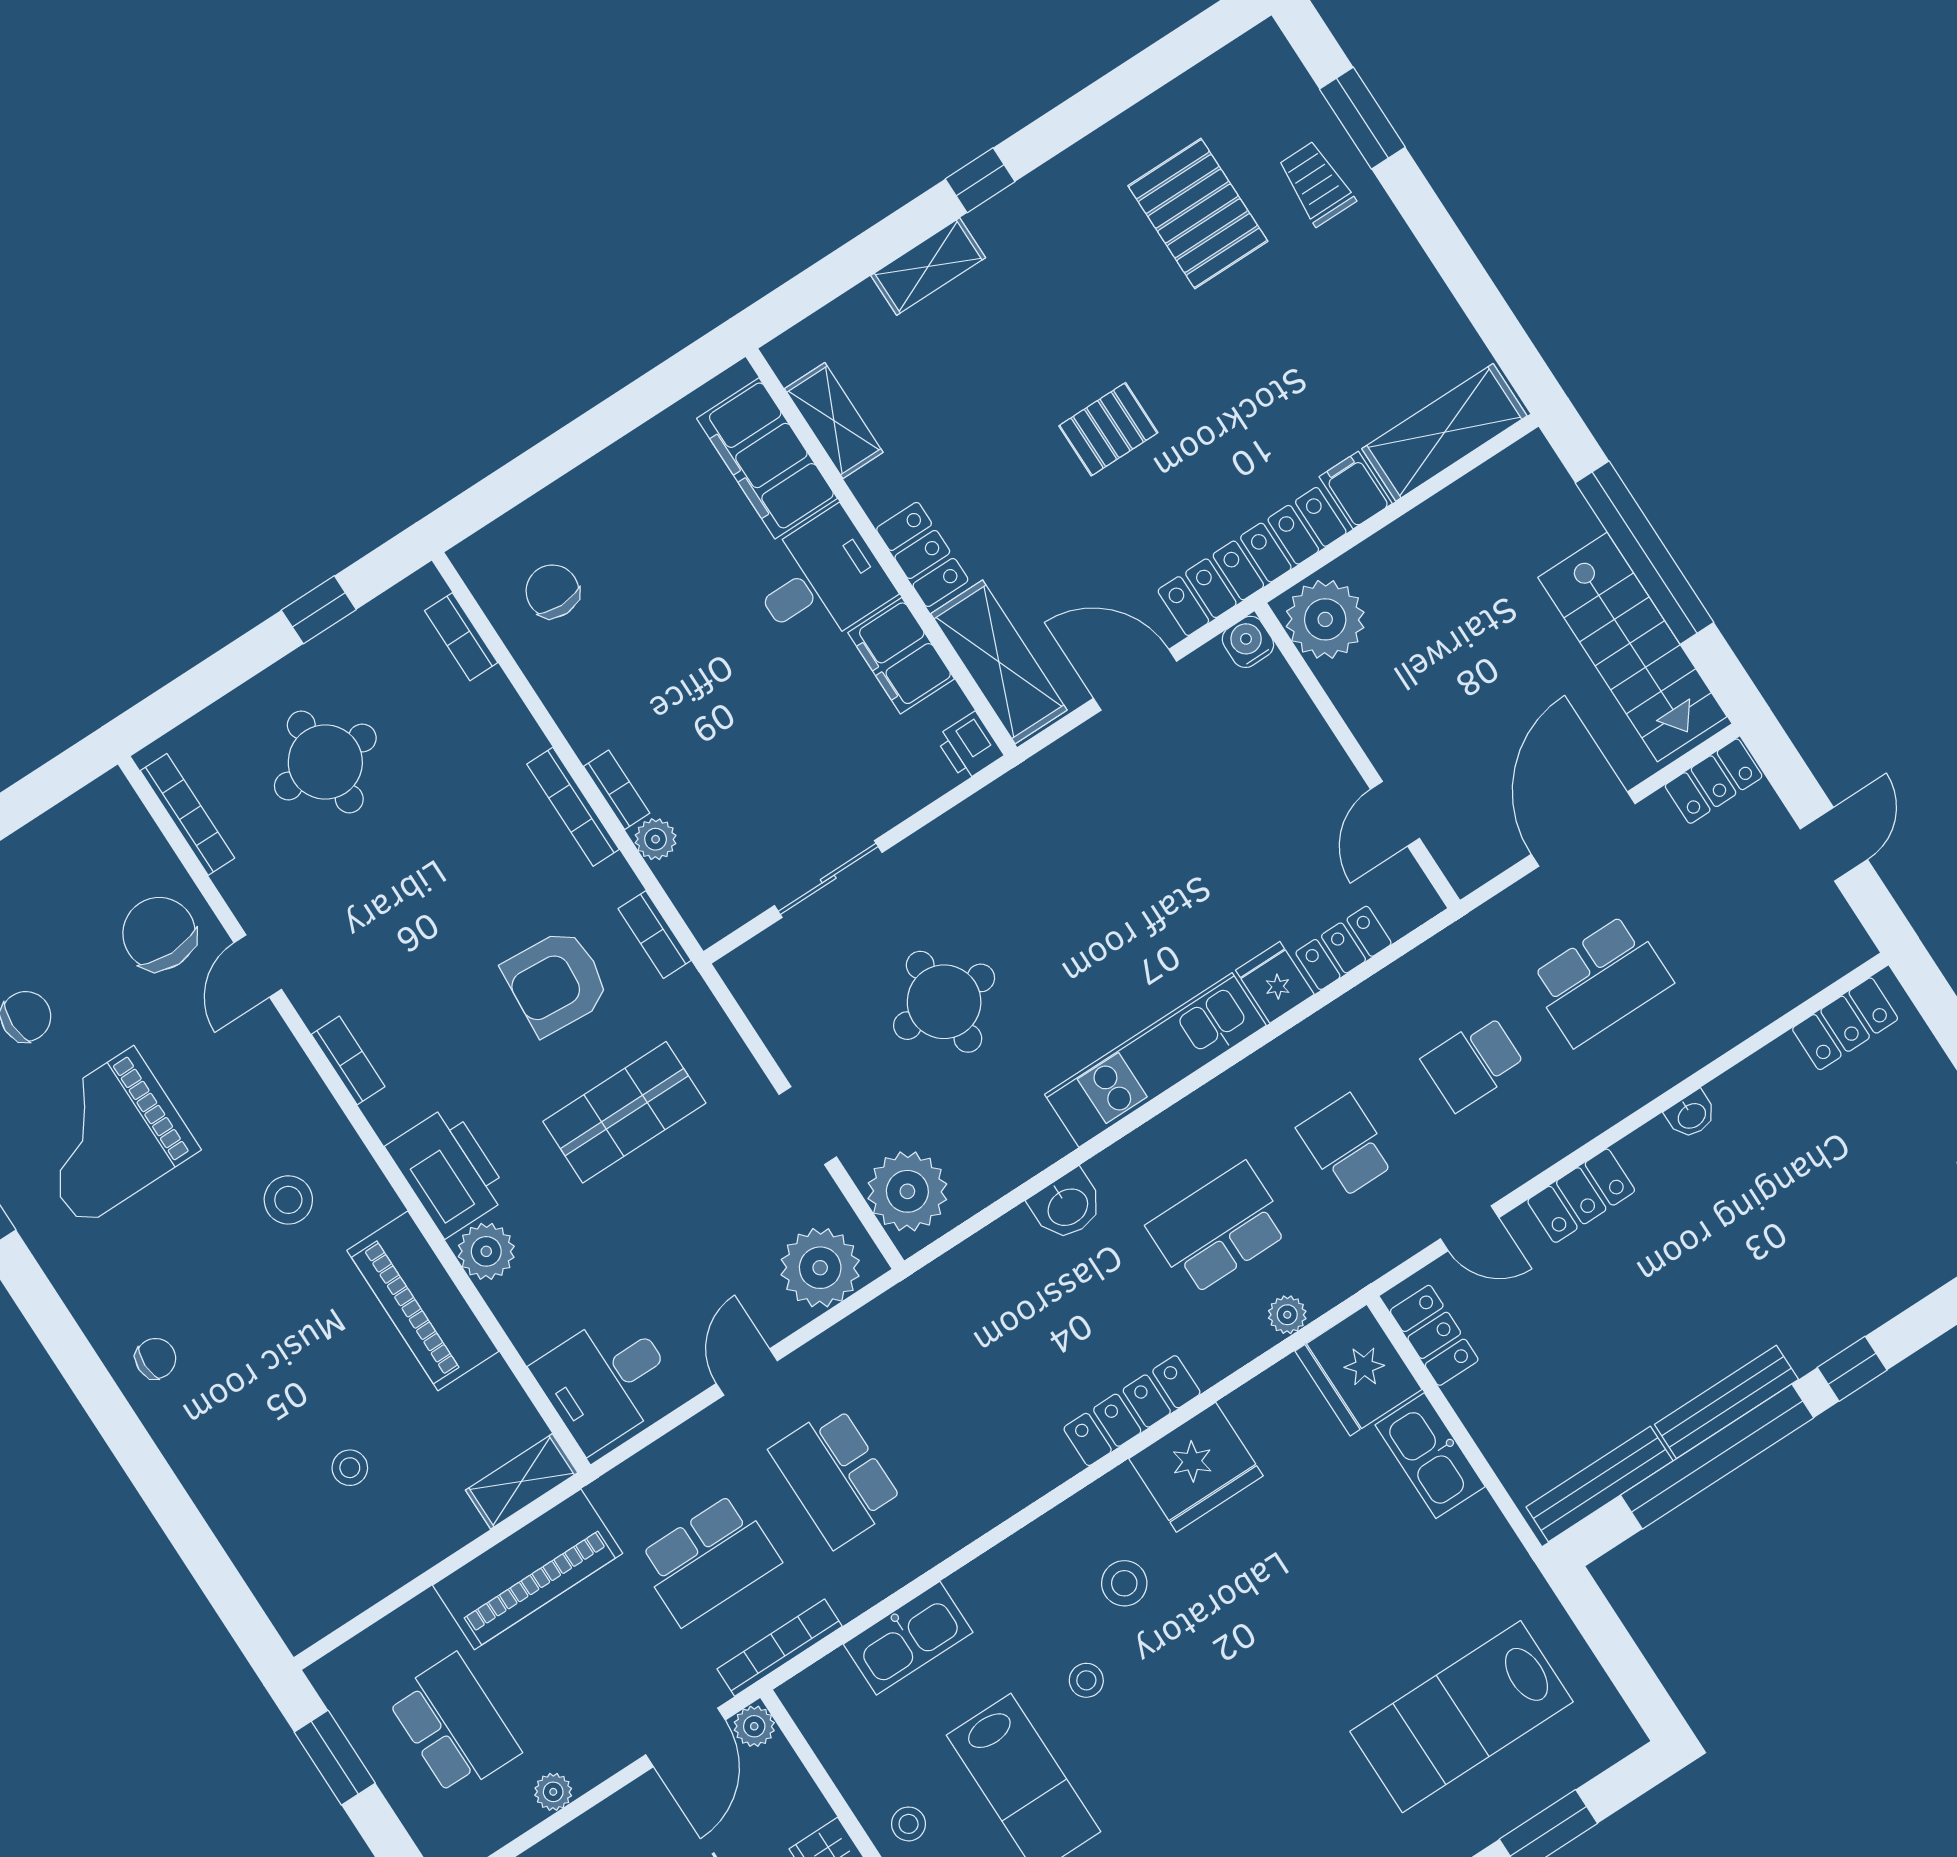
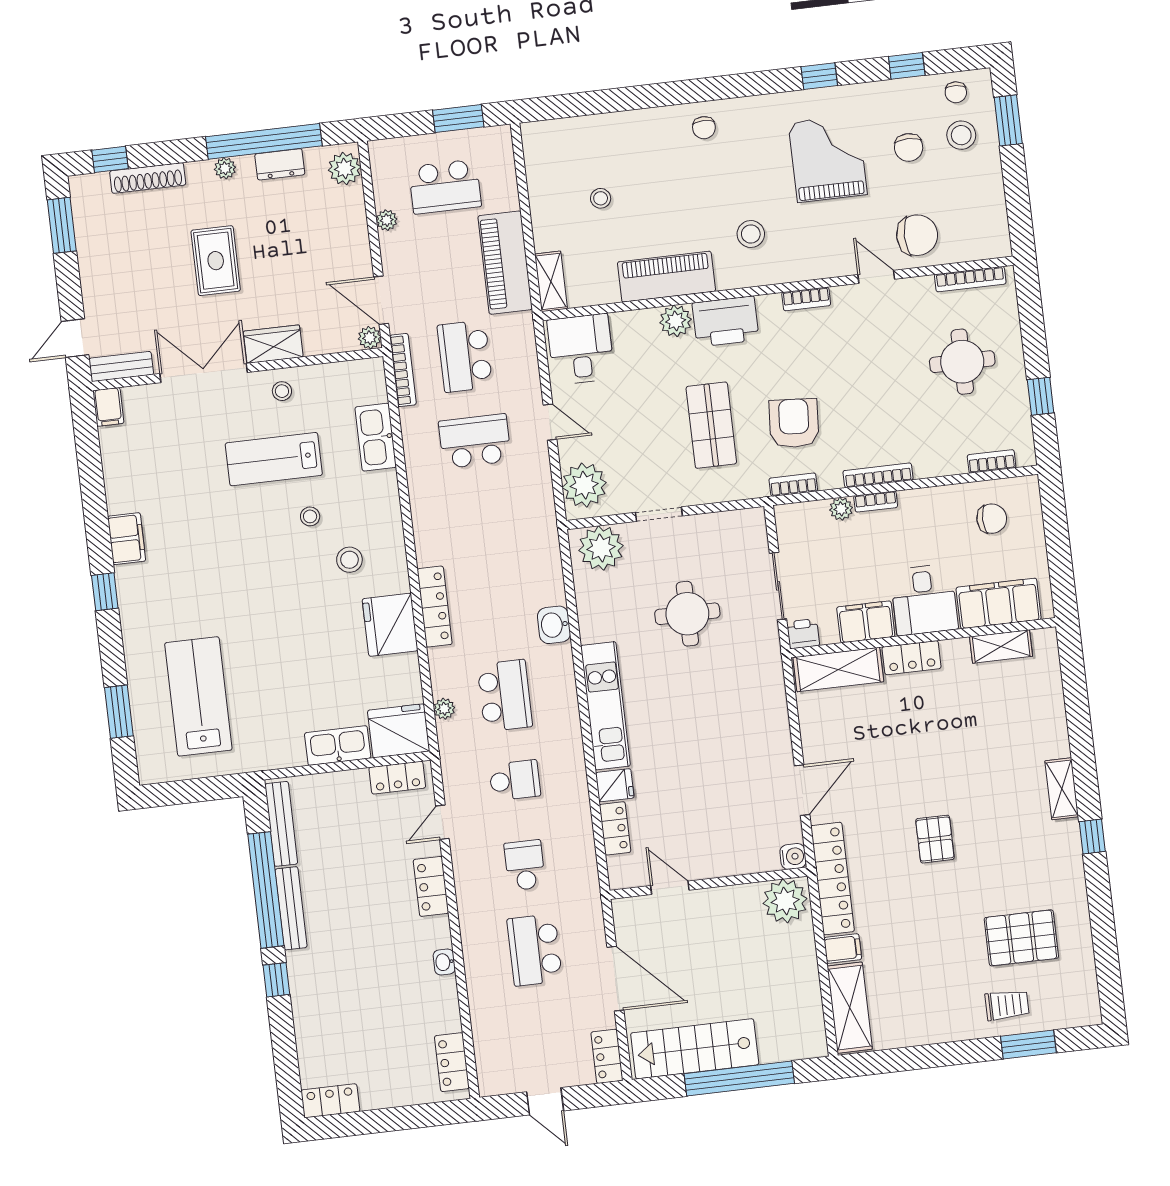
shelving: (834, 421) -> (1001, 646), moved
filing cabinet: (767, 458) -> (999, 603), moved
wall: (881, 552) -> (923, 638), moved
locker: (922, 554) -> (912, 658), moved
desk: (820, 580) -> (924, 600), moved
filing cabinet: (901, 656) -> (866, 622), moved
shelving: (999, 662) -> (838, 669), moved
printer: (969, 746) -> (803, 634), moved

